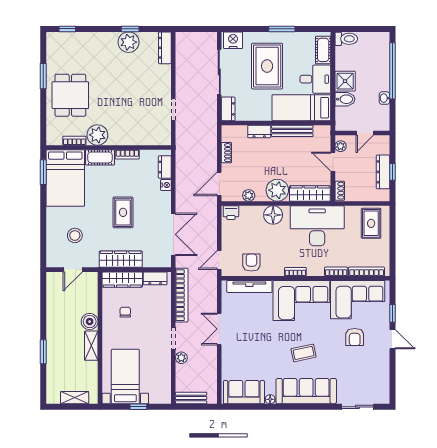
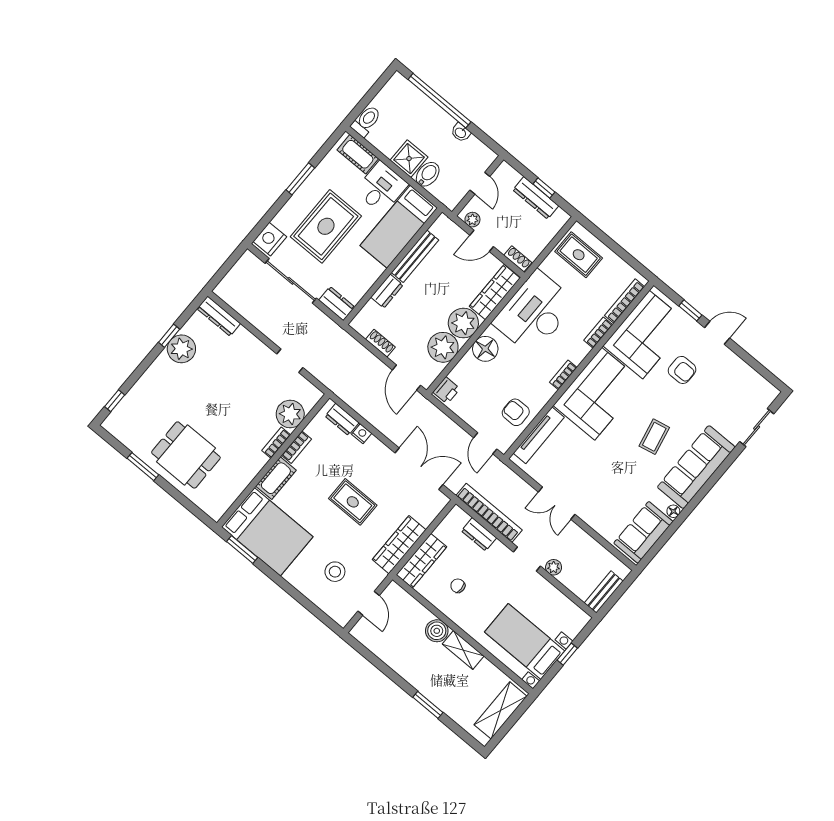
rug: (267, 66) -> (326, 226), turned 90
plant: (97, 135) -> (290, 414), moved
bookcase: (74, 141) -> (276, 443), moved
plant: (249, 195) -> (443, 347), width x1.88, depth x1.88
dresser: (155, 278) -> (479, 534), moved, turned 90
shelving: (75, 398) -> (500, 710), width x1.50, depth x1.33

